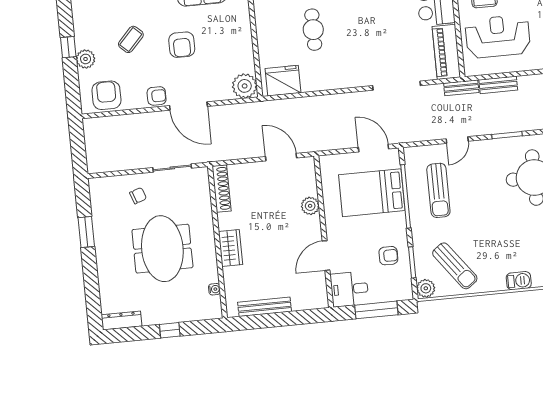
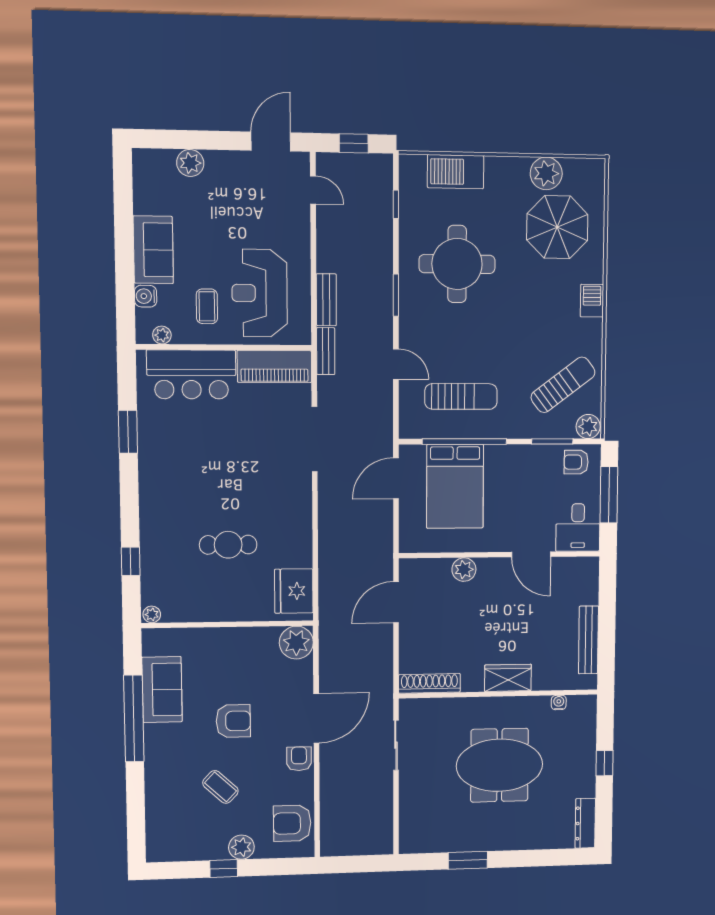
chair: (138, 196) -> (428, 792), removed
armchair: (388, 256) -> (576, 462), moved, turned -90

